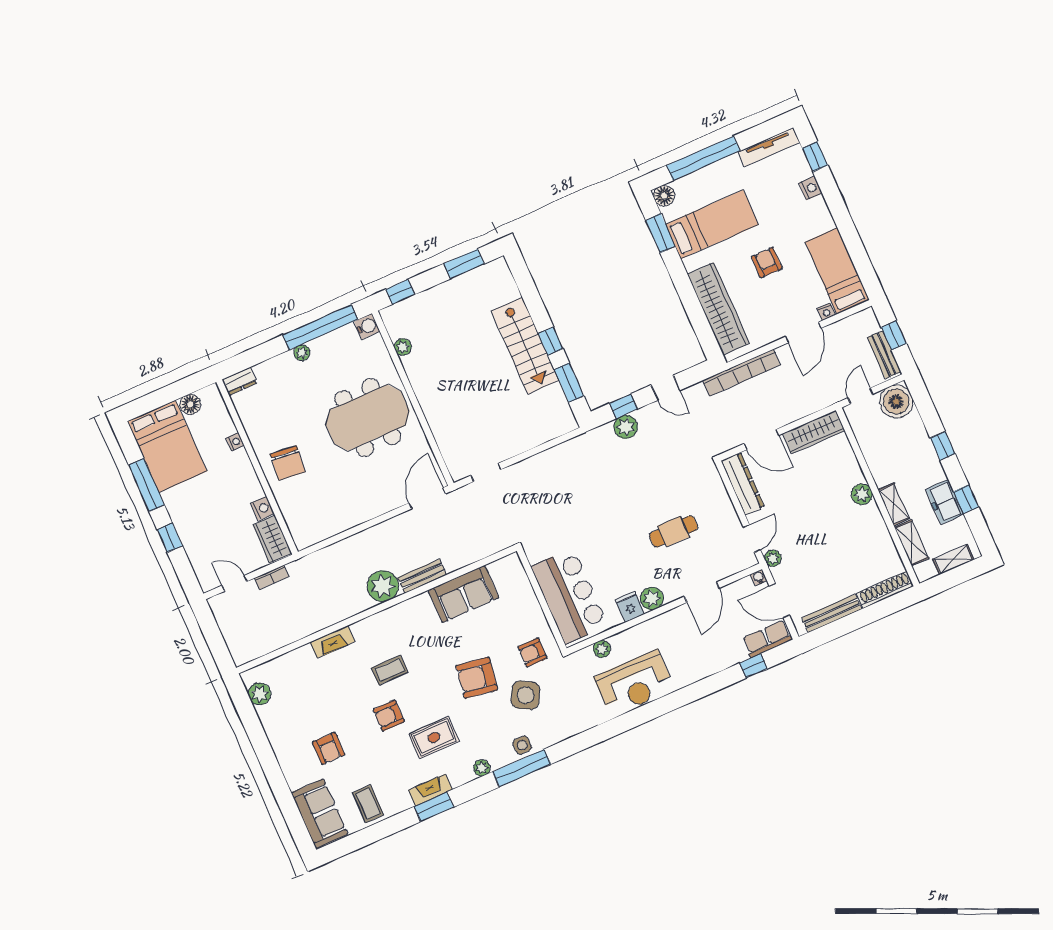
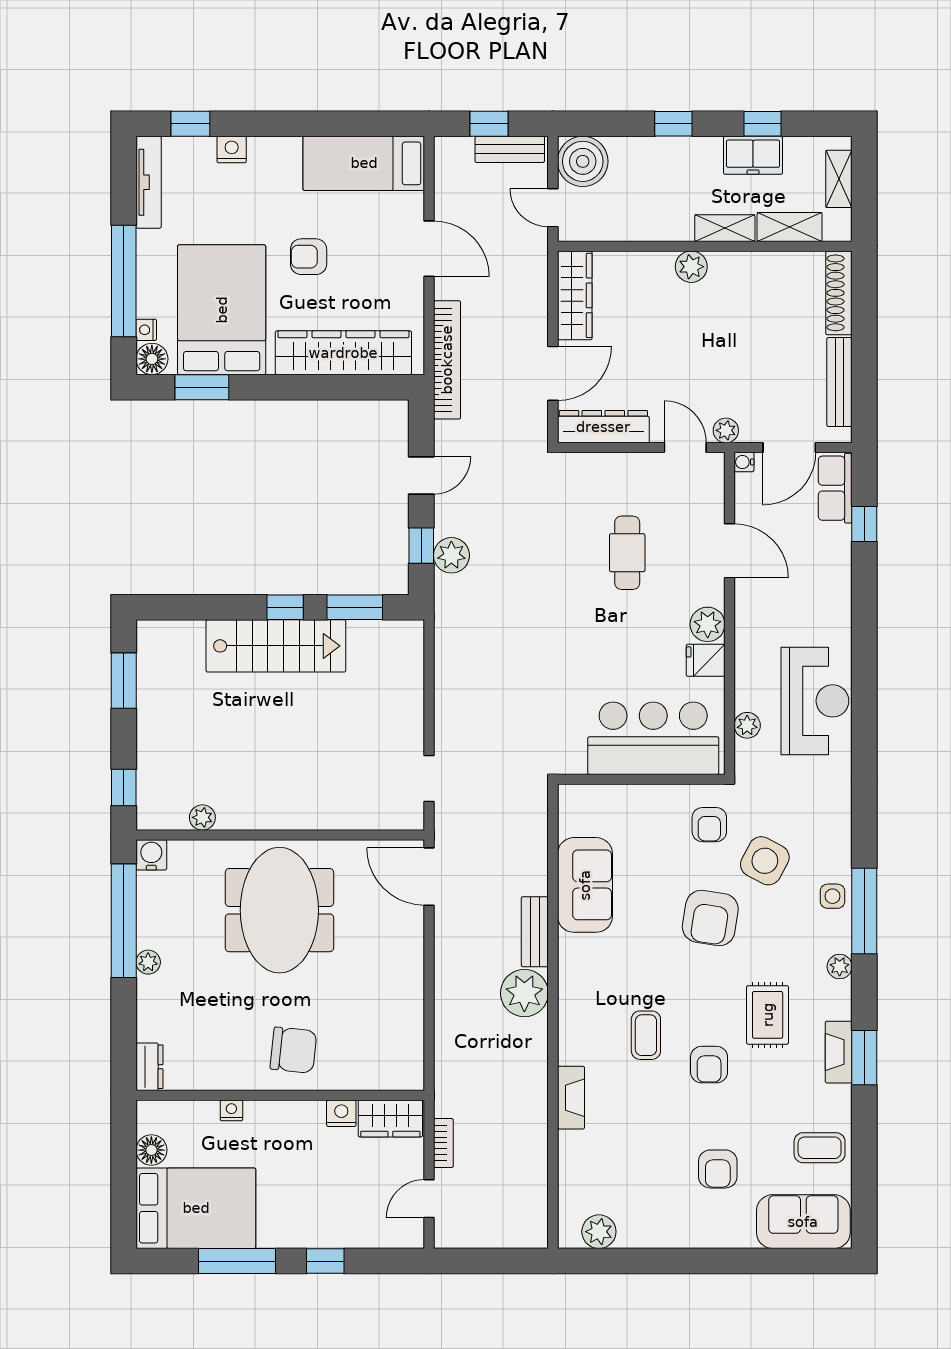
bed: (712, 224) -> (222, 310), width x1.50
nightstand: (826, 312) -> (146, 330), moved, turned 180
armchair: (329, 748) -> (718, 1169), turned 90

